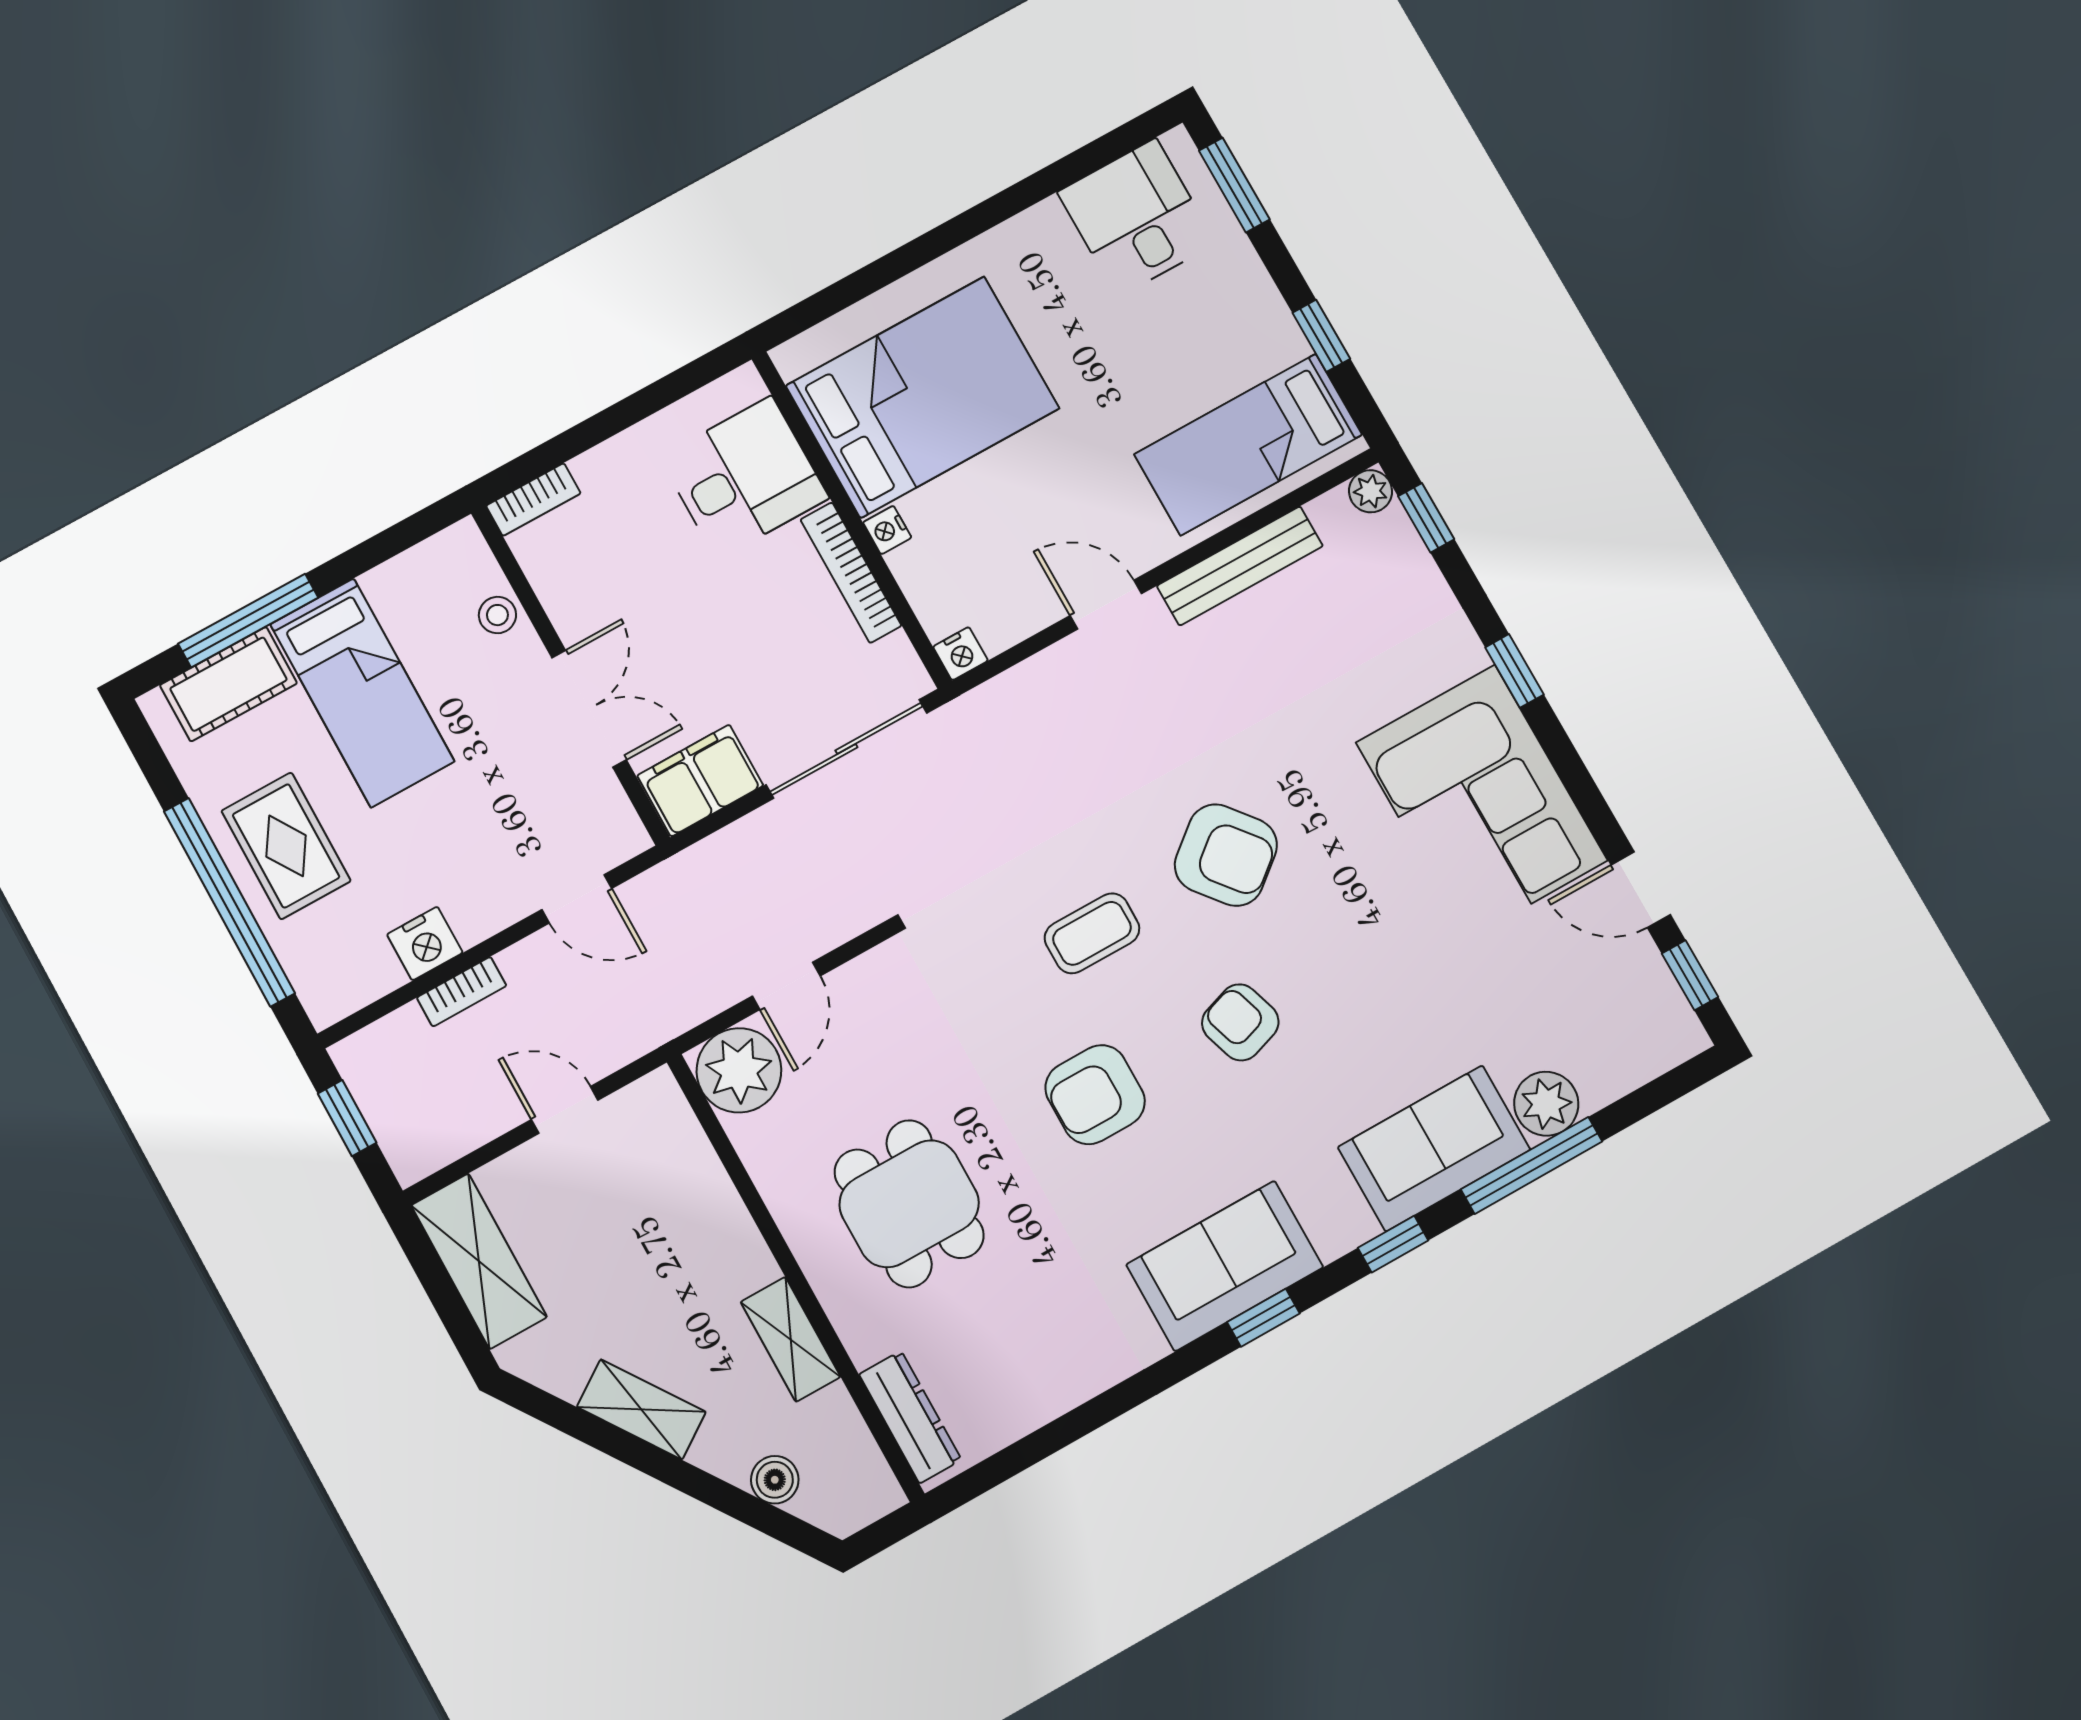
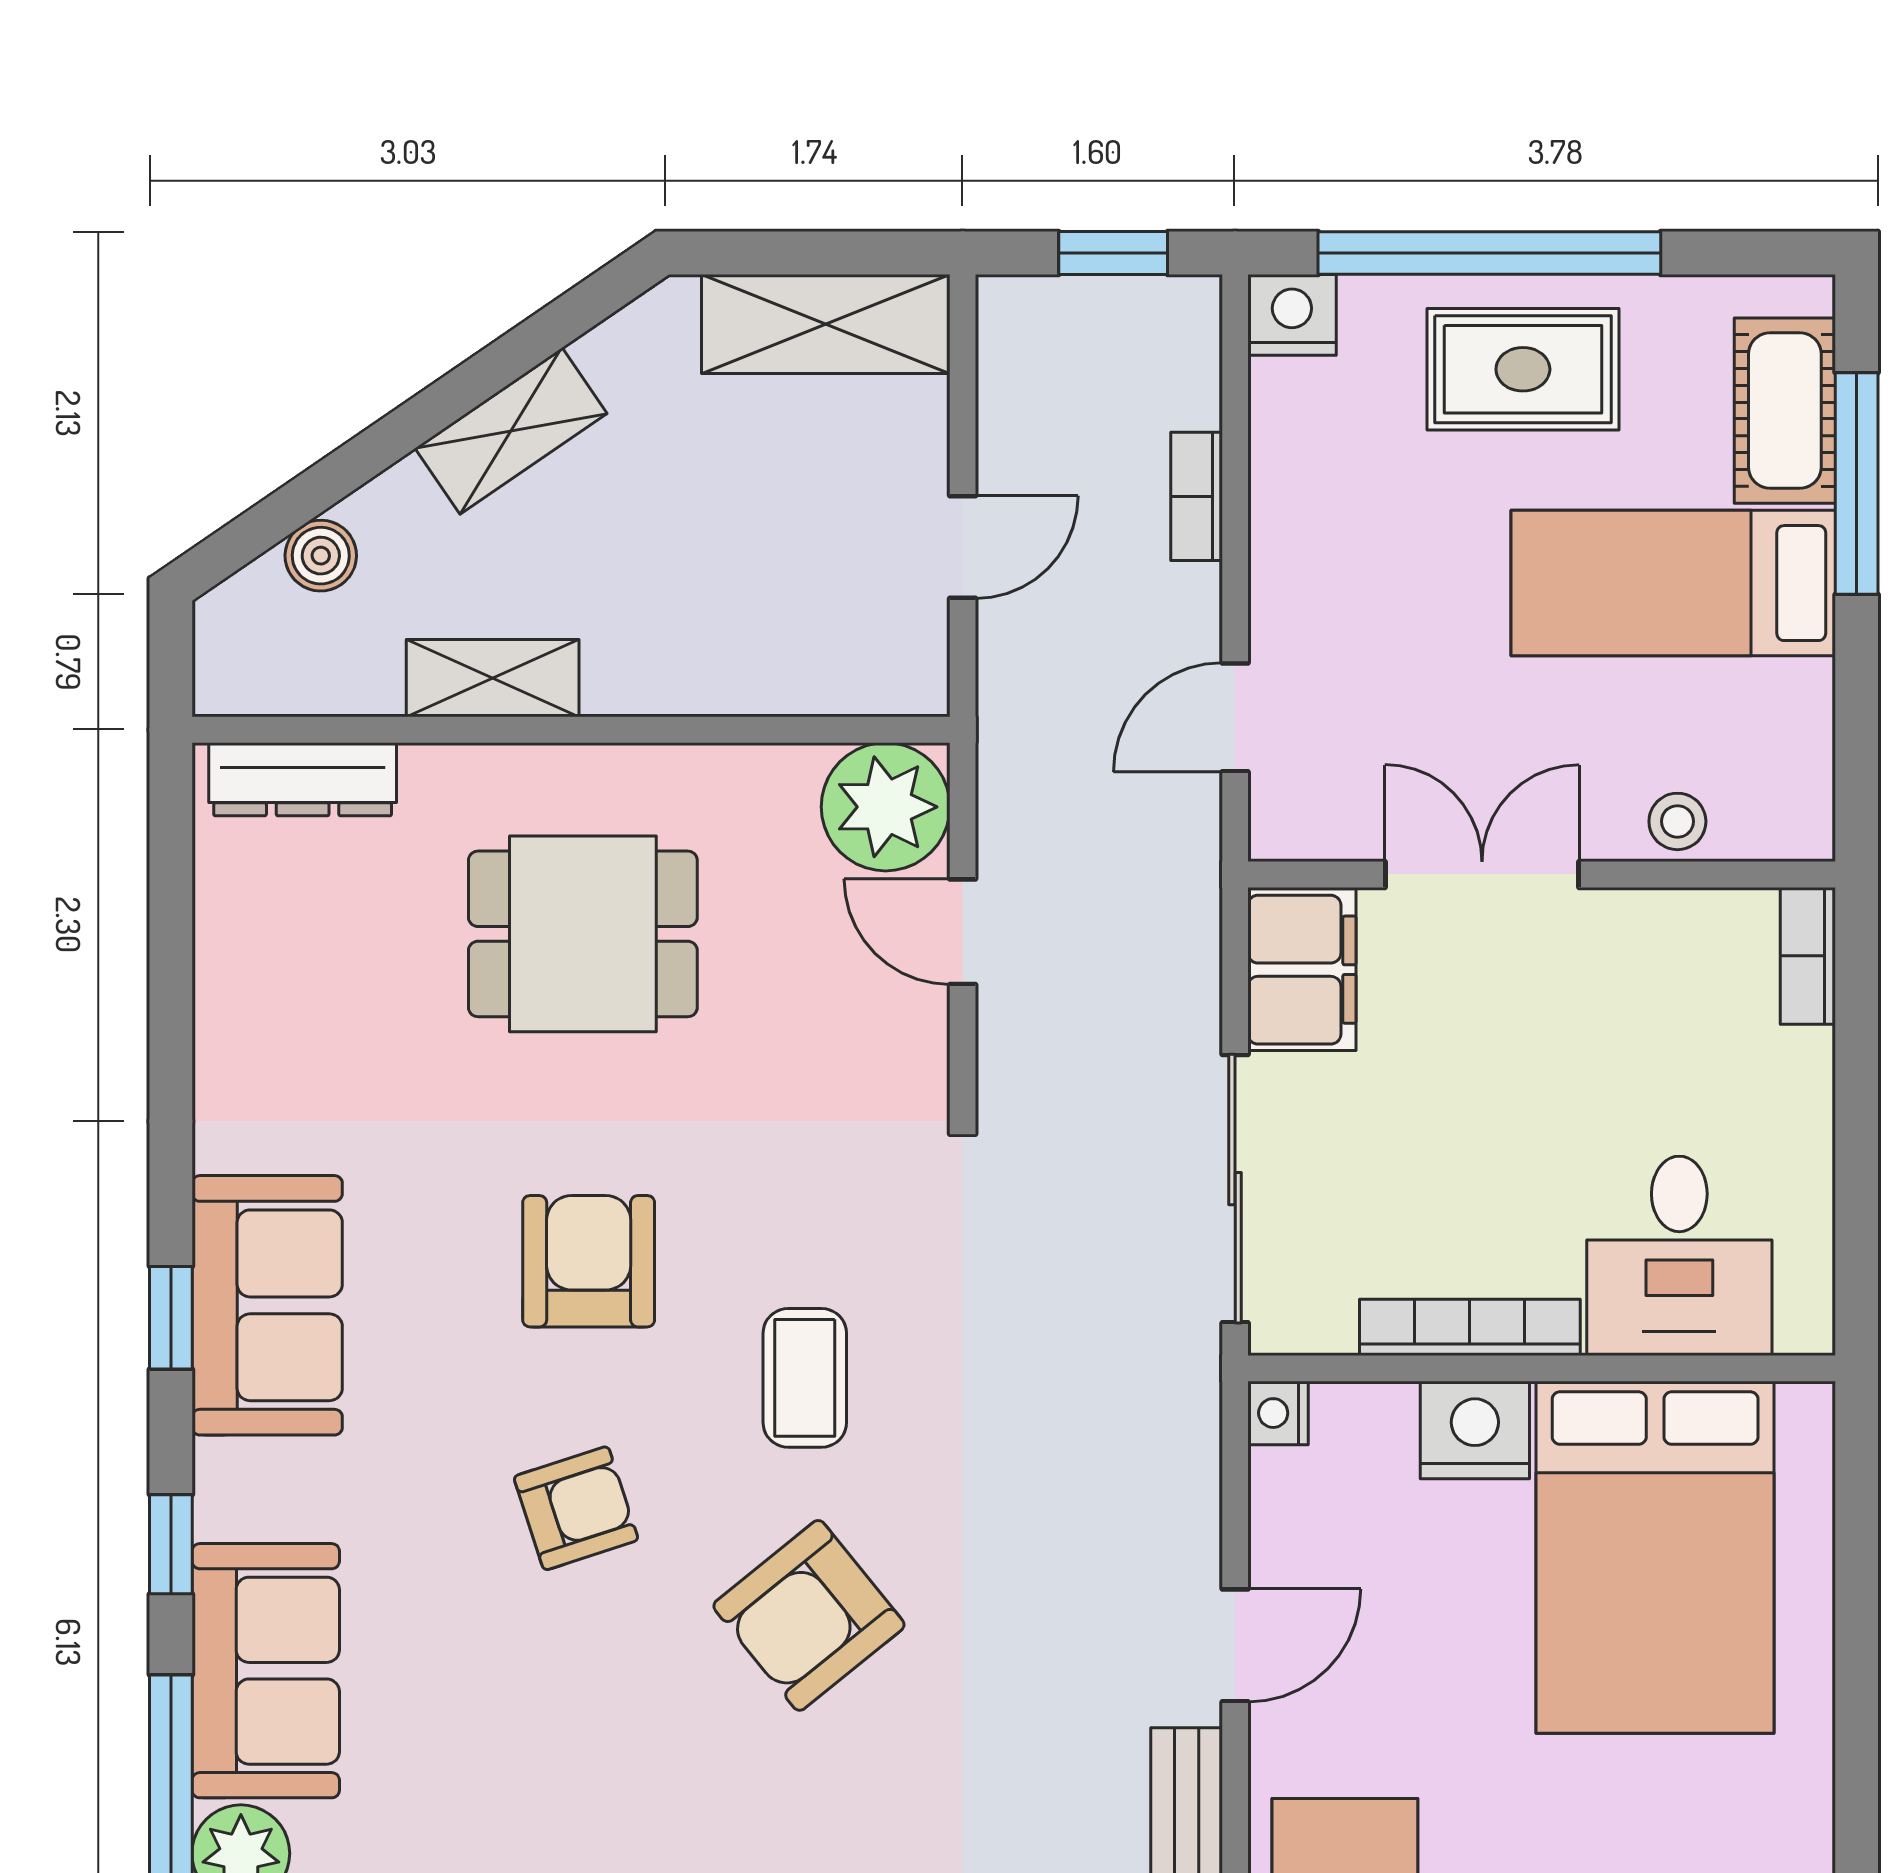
nightstand: (887, 530) -> (1475, 1430), width x1.89, depth x1.79
double door: (589, 709) -> (1482, 874), swing flipped
nightstand: (425, 943) -> (1292, 315), moved, turned 90

